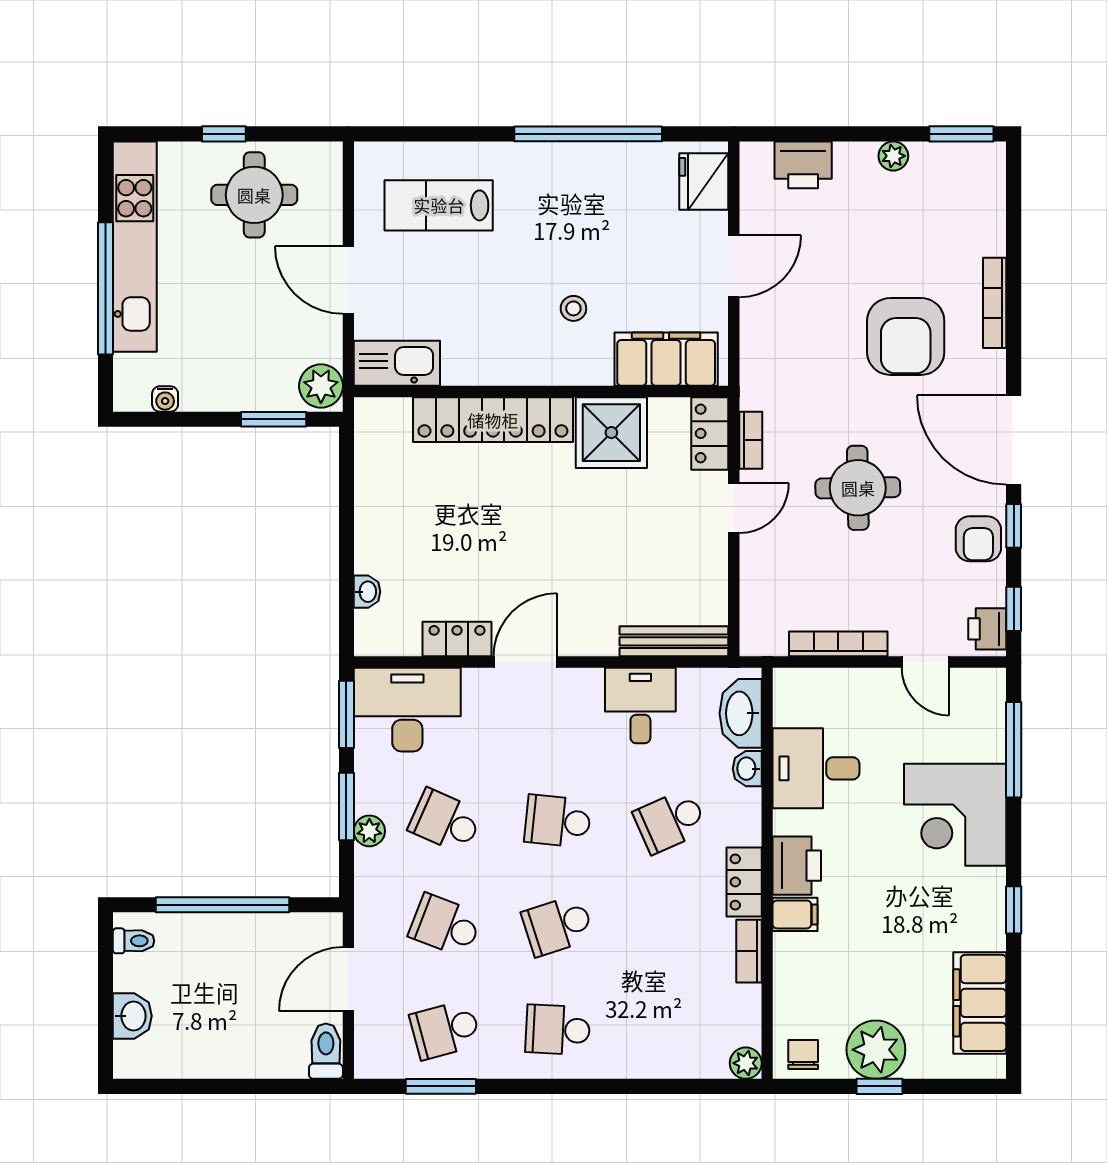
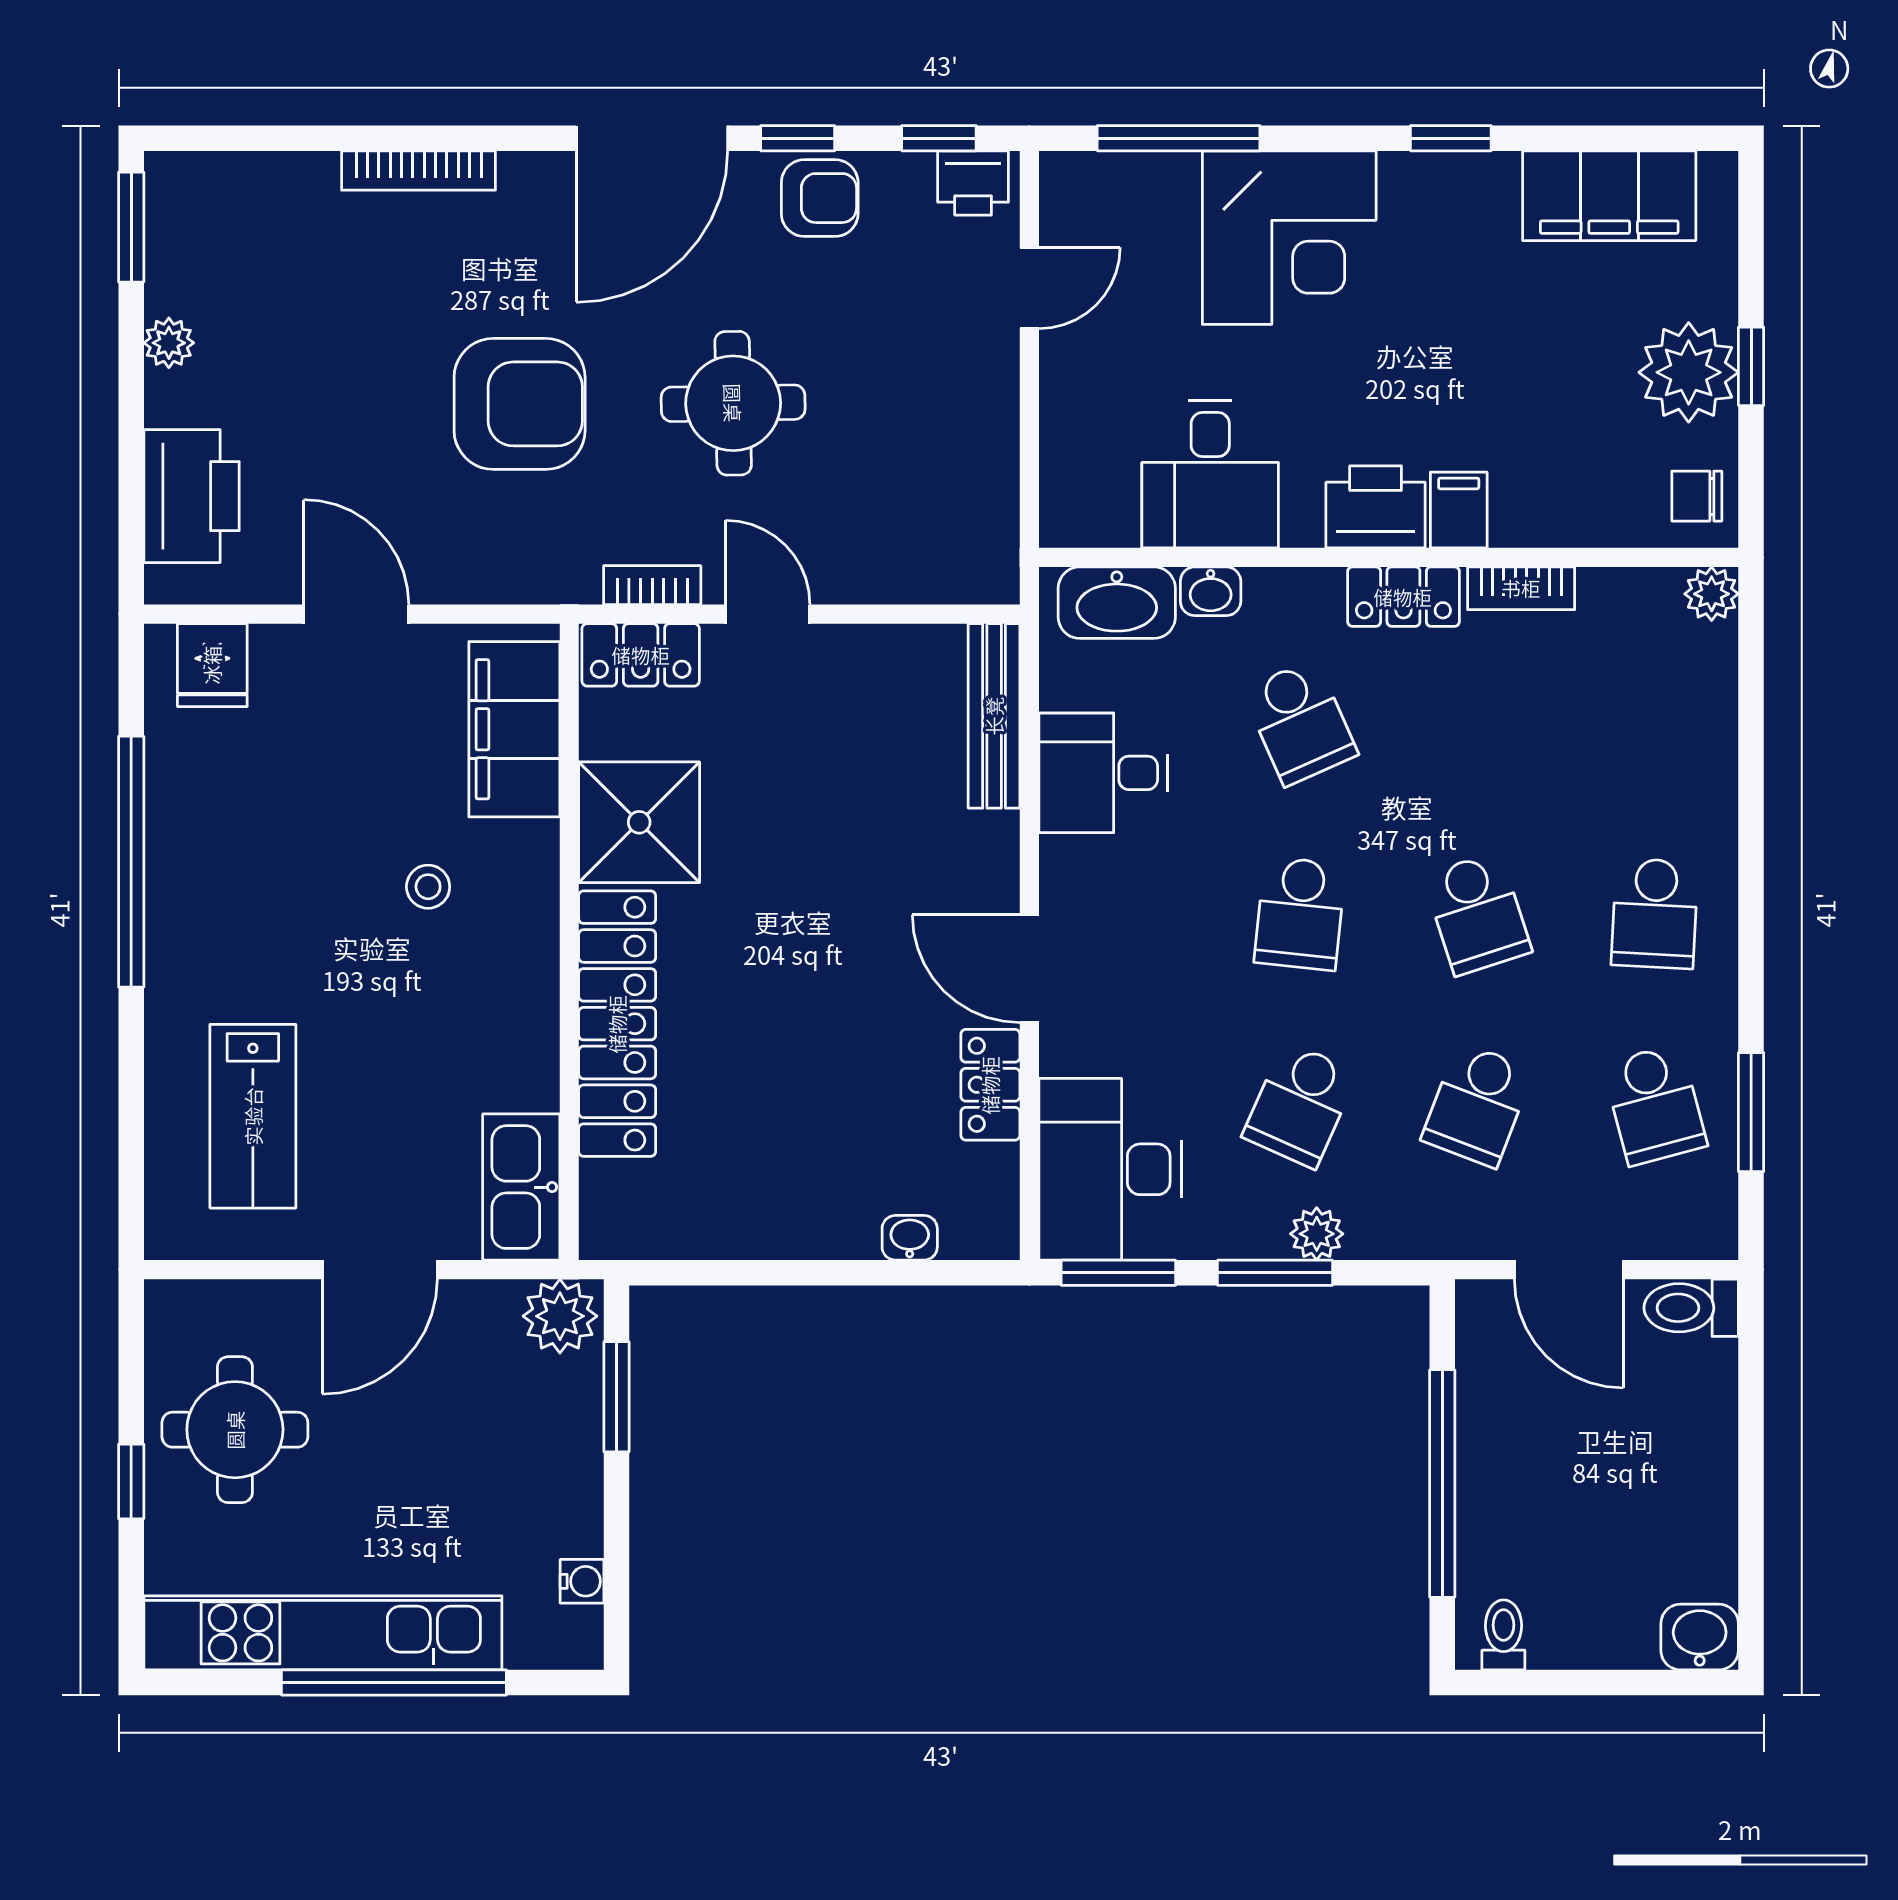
printer: (803, 165) -> (192, 496), width x1.37, depth x1.19
fridge: (704, 182) -> (212, 665), width x0.72
armchair: (906, 336) -> (520, 404), moved
bookcase: (838, 644) -> (999, 436), removed
washbasin: (132, 1016) -> (1700, 1637), moved

